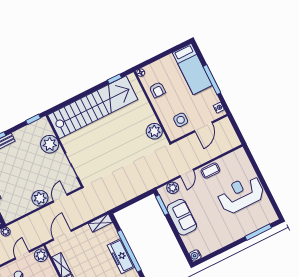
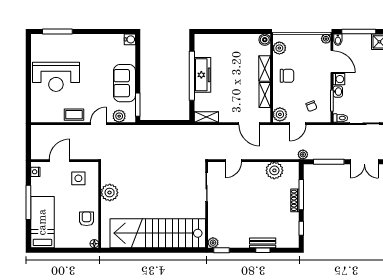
window: (114, 79) -> (123, 250), removed
plant: (154, 131) -> (110, 193), moved
plant: (50, 144) -> (213, 243), moved, width x0.53, depth x0.53
plant: (40, 198) -> (274, 170), moved
door: (62, 235) -> (249, 124), hinge flipped

